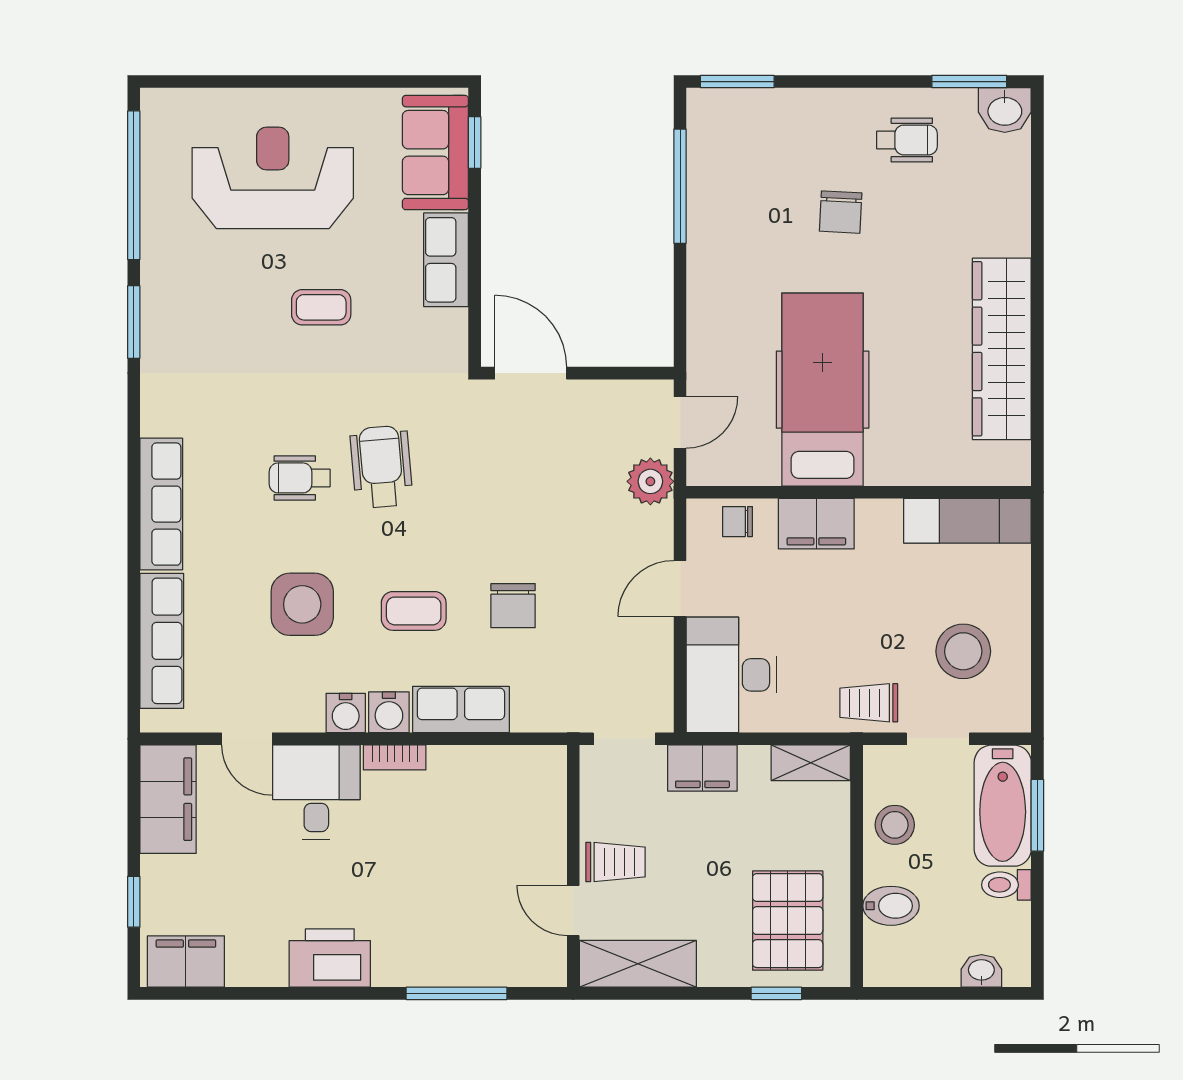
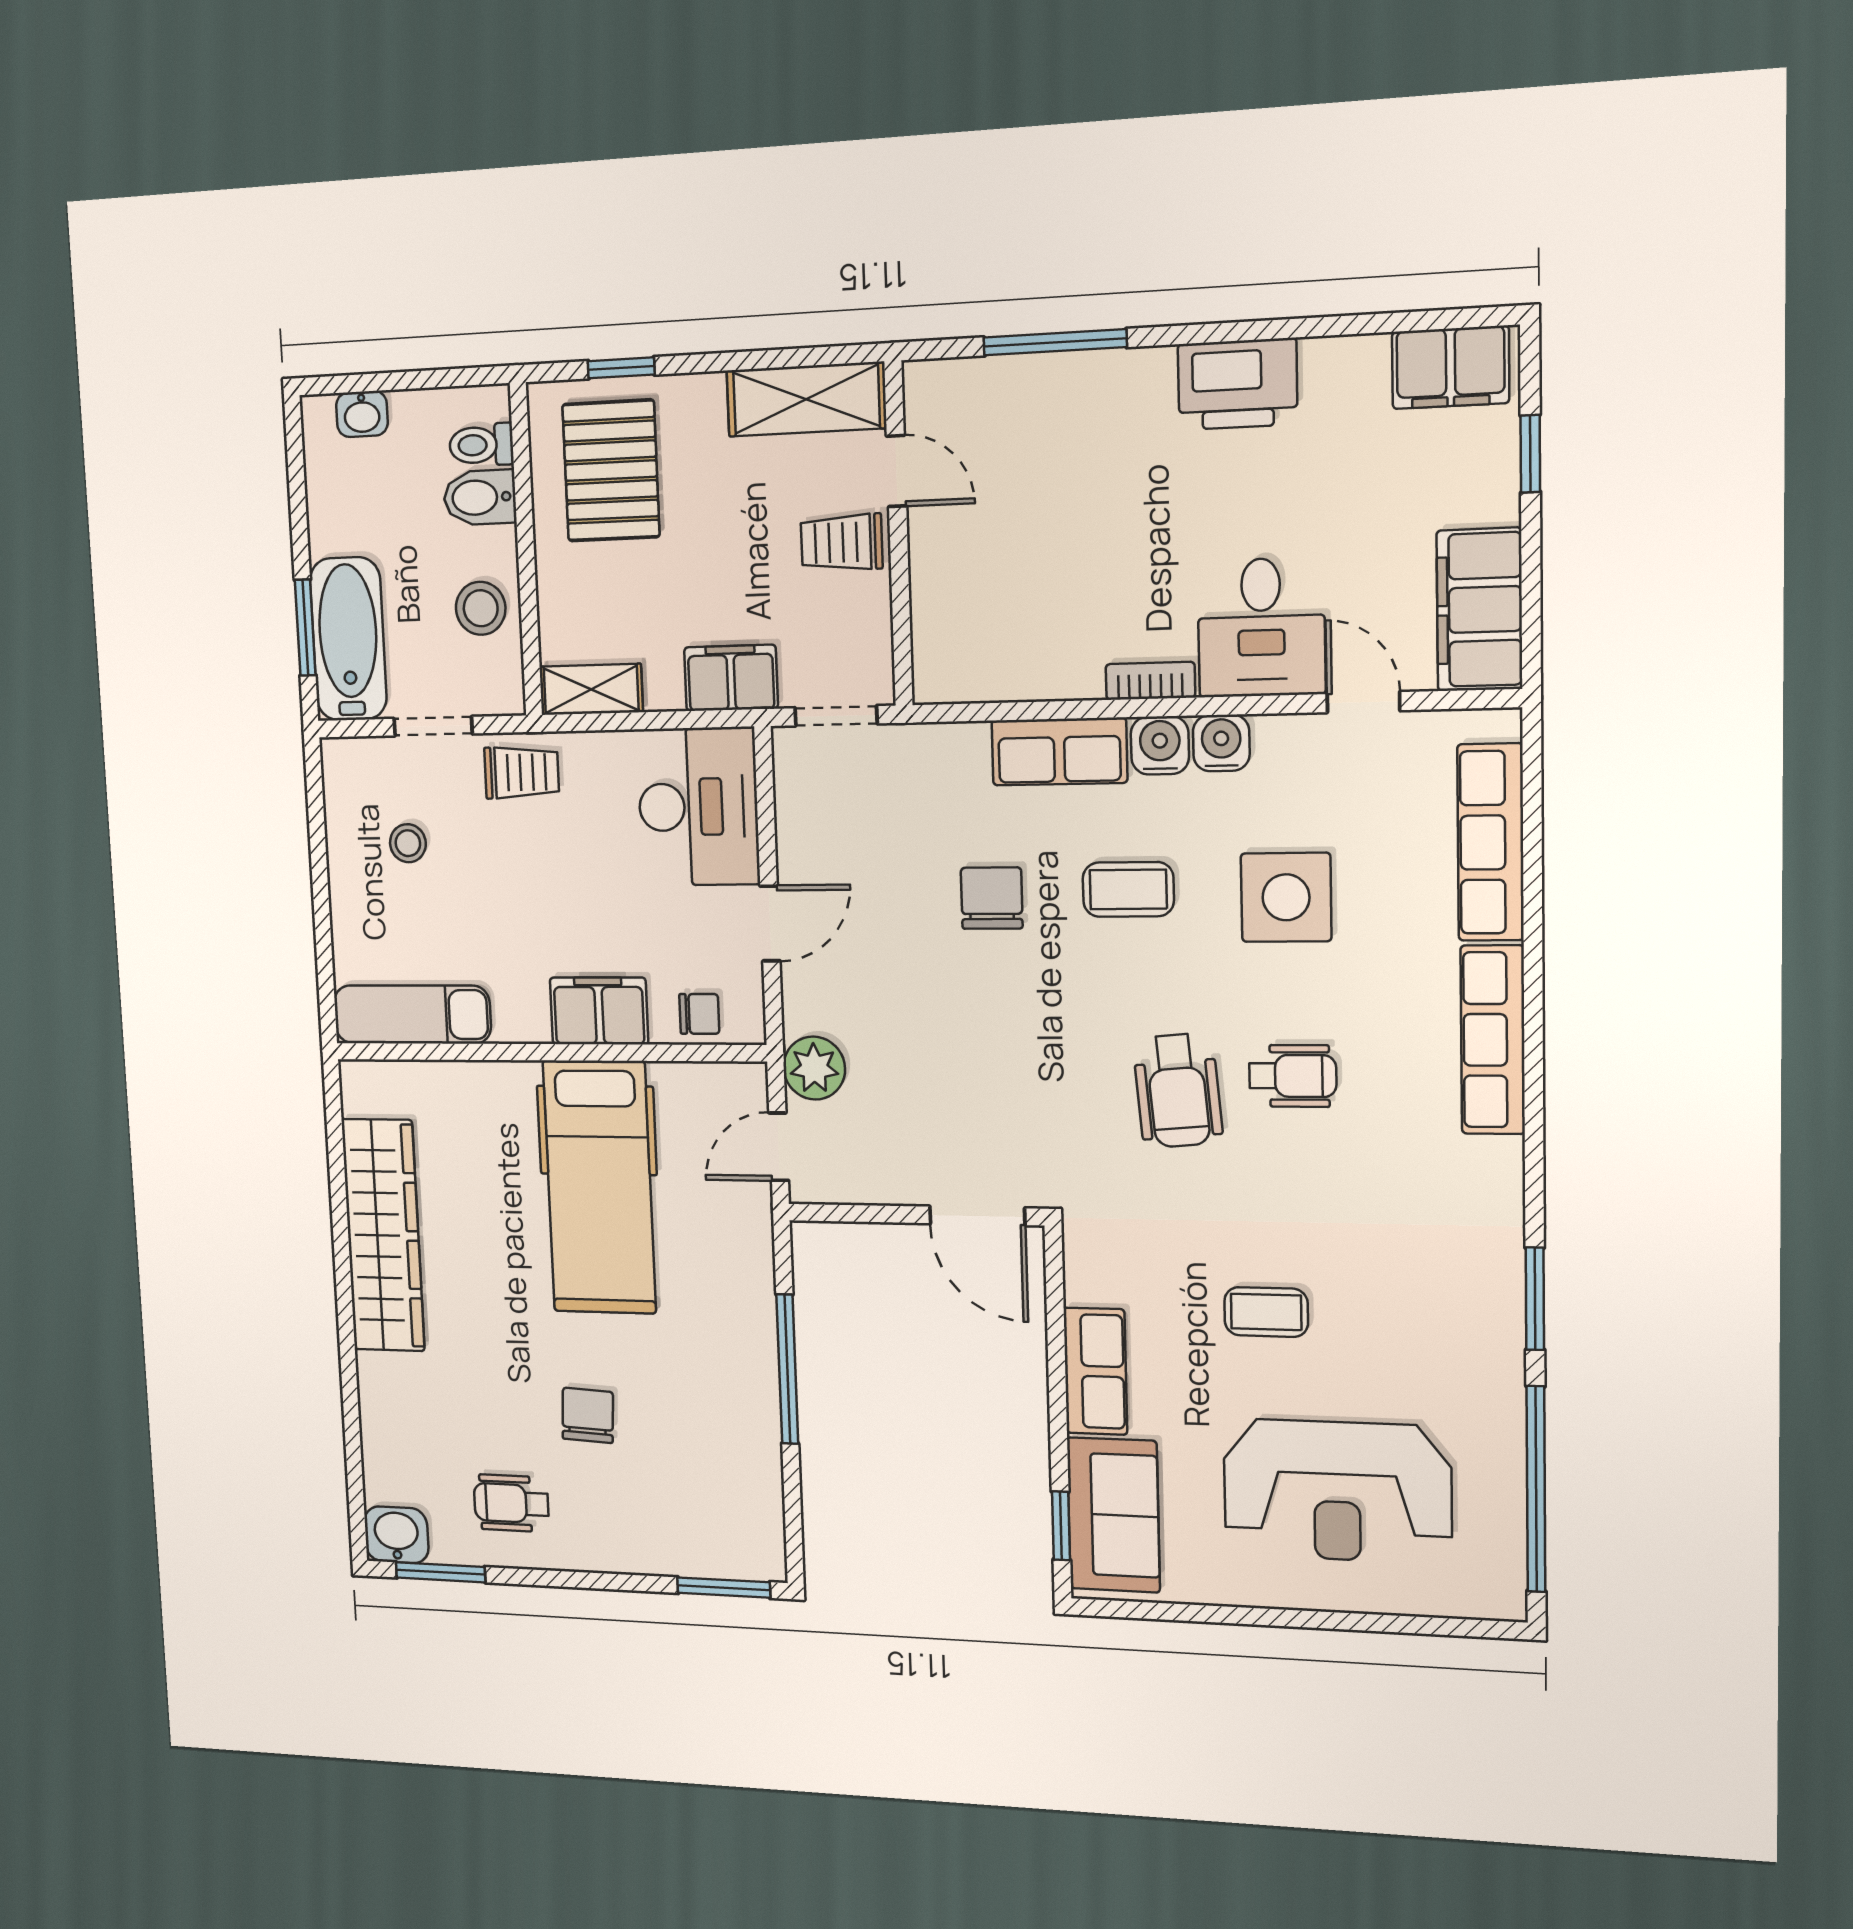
window: (680, 186) -> (787, 1369), moved
stool: (963, 651) -> (408, 843), width x0.53, depth x0.53
toilet: (1006, 885) -> (481, 445), moved, turned 180

